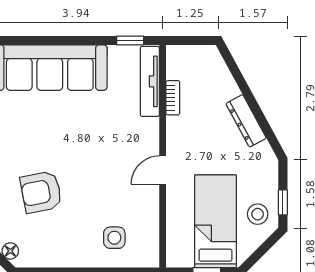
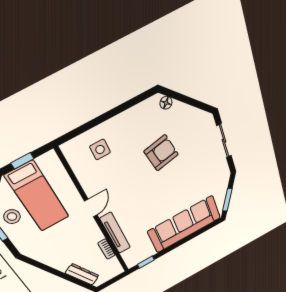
tv unit: (150, 81) -> (115, 233), moved
dresser: (246, 121) -> (82, 274), moved

